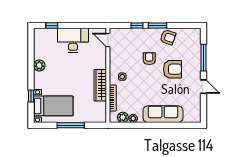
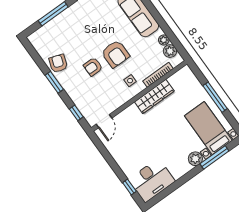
window: (137, 26) -> (76, 113), moved
desk: (73, 40) -> (152, 180), moved, turned -90
plant: (39, 65) -> (195, 159), moved
armchair: (172, 69) -> (115, 54), moved, turned 180
window: (31, 96) -> (214, 157), width x2.17

